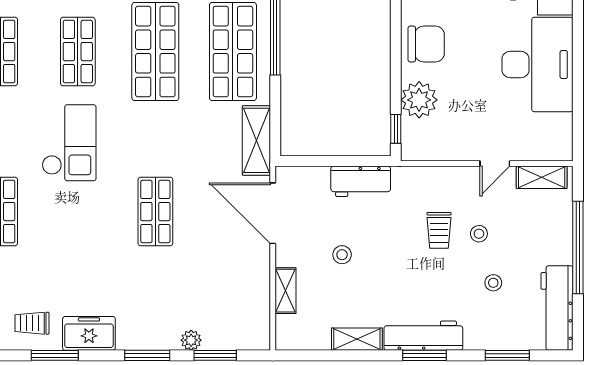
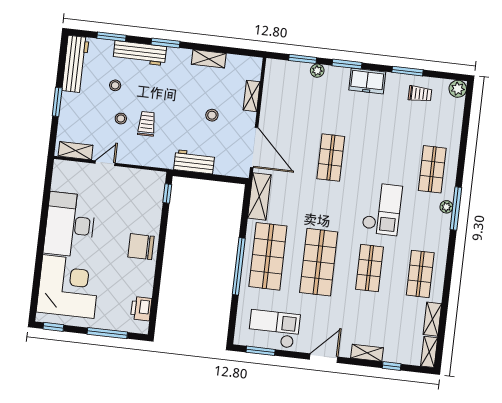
plant: (419, 100) -> (150, 211), removed
checkout: (69, 143) -> (382, 209), turned 180
window: (578, 248) -> (57, 102), width x0.47
freezer: (89, 333) -> (367, 81), moved
workbench: (423, 336) -> (140, 53), moved

